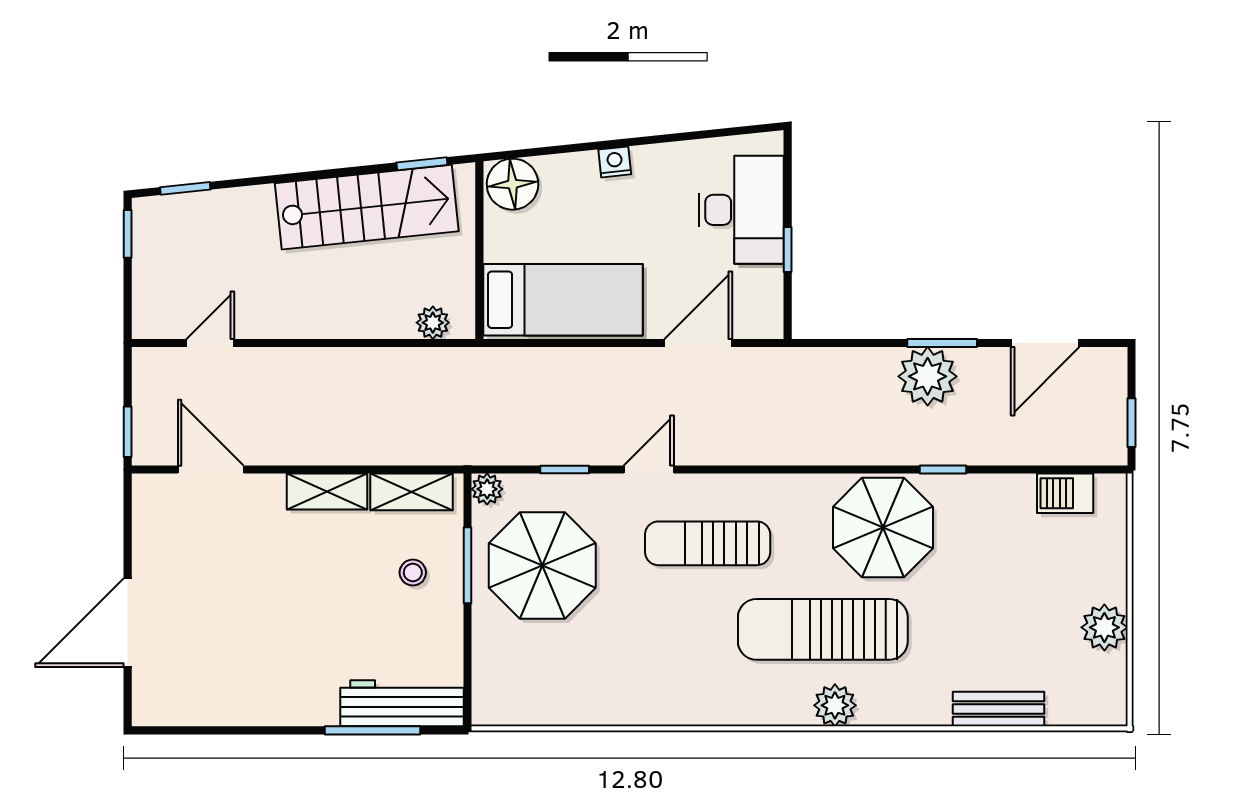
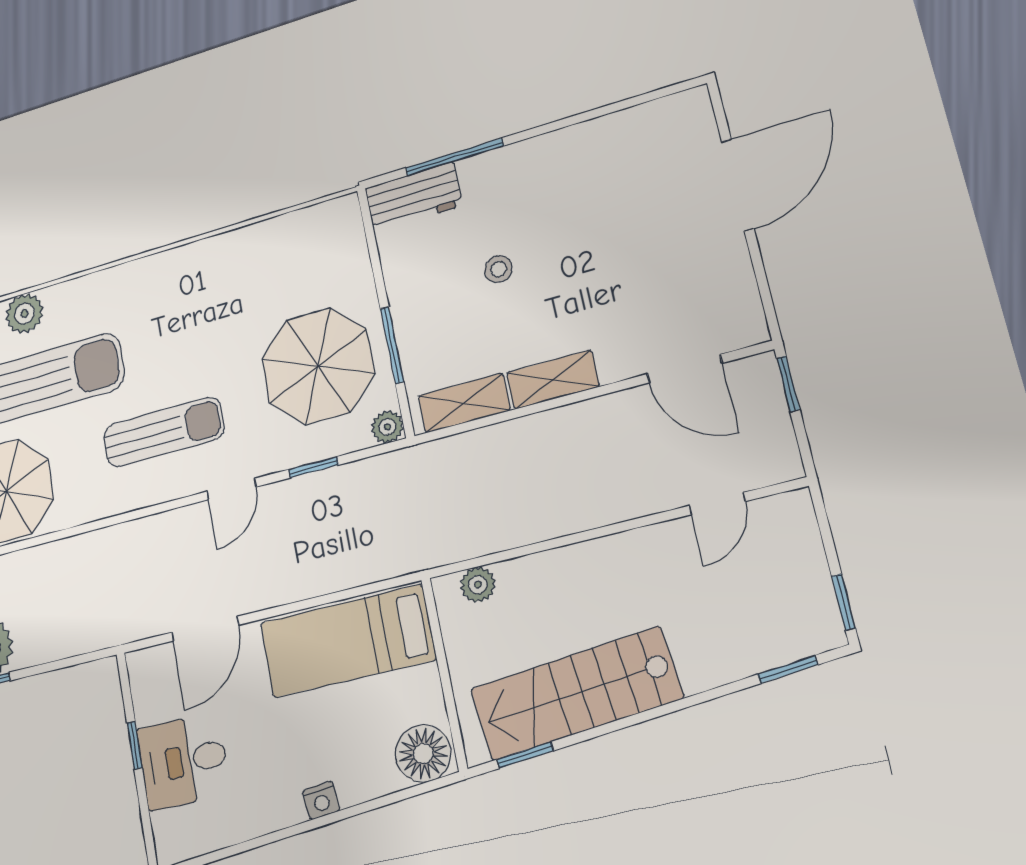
desk: (741, 210) -> (183, 761), width x0.73
stool: (413, 573) -> (498, 269), moved
workbench: (402, 703) -> (414, 197), width x0.73

